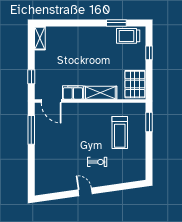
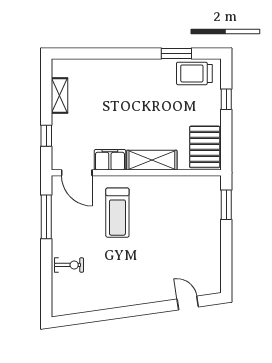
shelving: (40, 38) -> (60, 96), moved
treadmill: (120, 133) -> (117, 213), moved
exercise bike: (97, 162) -> (69, 265), moved
door: (85, 192) -> (188, 303), moved

